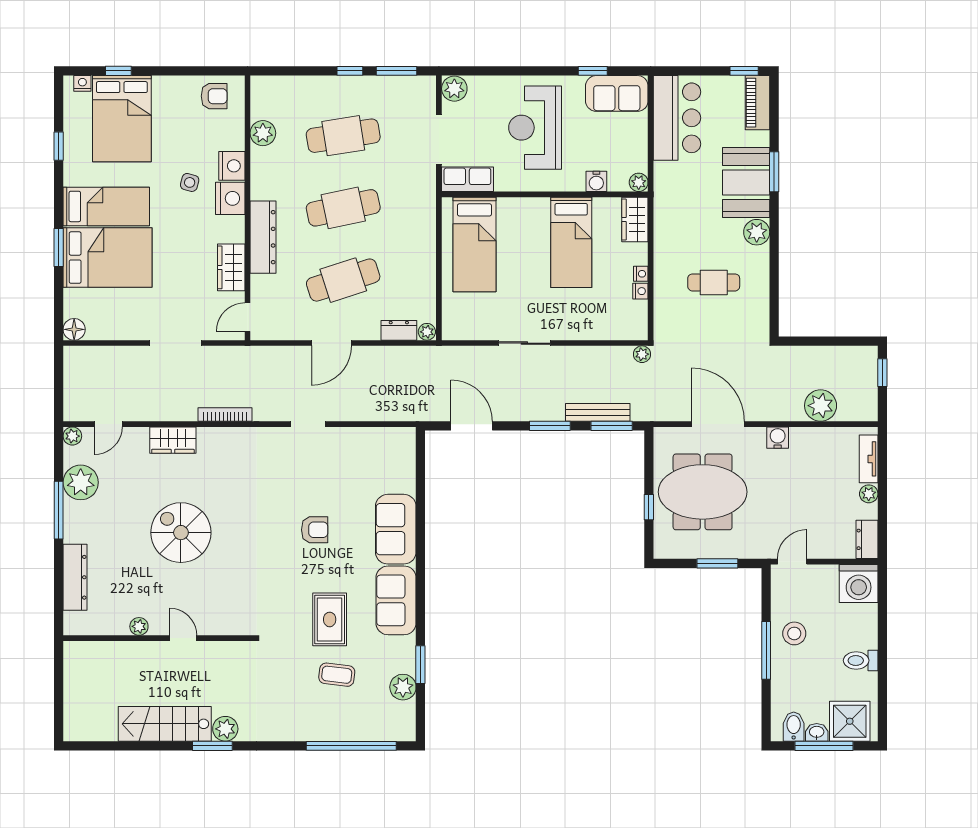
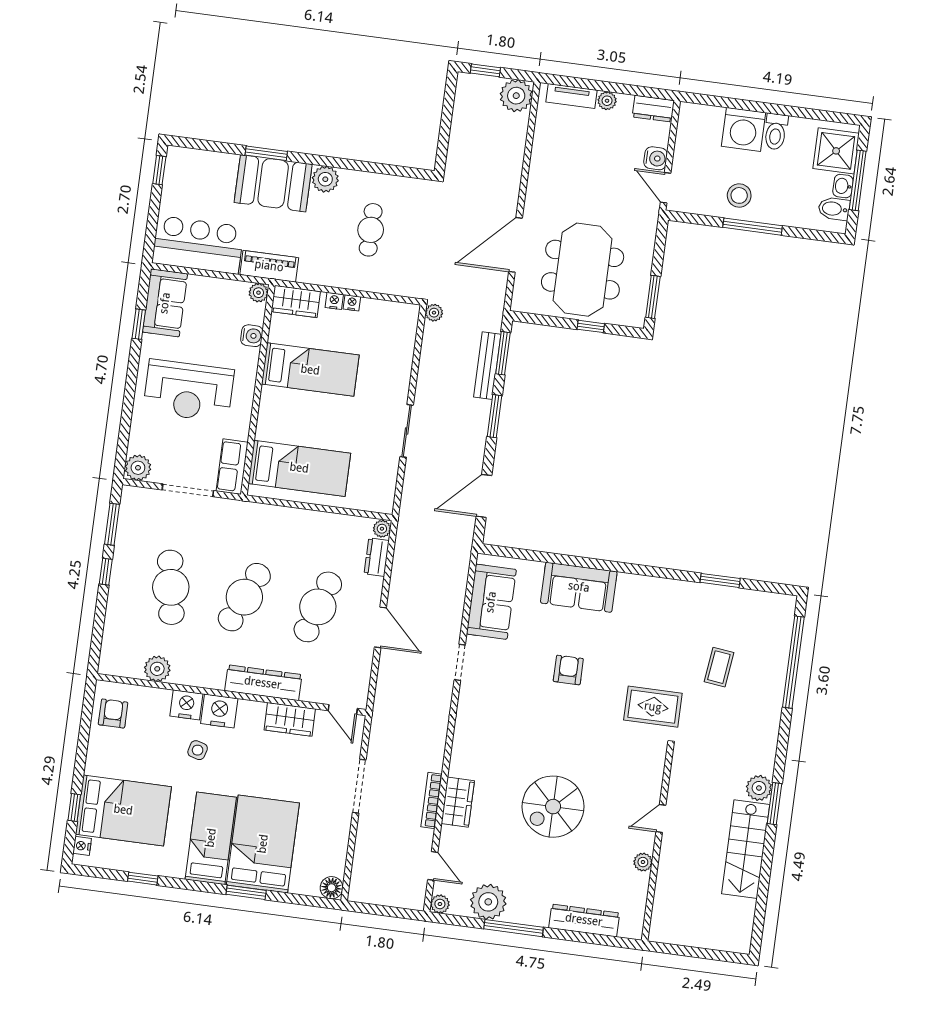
piano: (757, 103) -> (269, 266), moved, turned 180
cafe table: (343, 208) -> (244, 597), turned 36
cafe table: (343, 280) -> (318, 607), turned 36
nightstand: (640, 291) -> (334, 301), moved
plant: (821, 406) -> (516, 96), moved
bookcase: (225, 415) -> (431, 801), moved
water cooler: (778, 438) -> (656, 158), moved, turned 180
window: (717, 563) -> (653, 297), moved
washing machine: (859, 583) -> (743, 129), moved, turned 90
sofa: (396, 600) -> (491, 602), moved, turned -90
rug: (330, 619) -> (653, 707), moved
plant: (403, 687) -> (741, 601), removed

